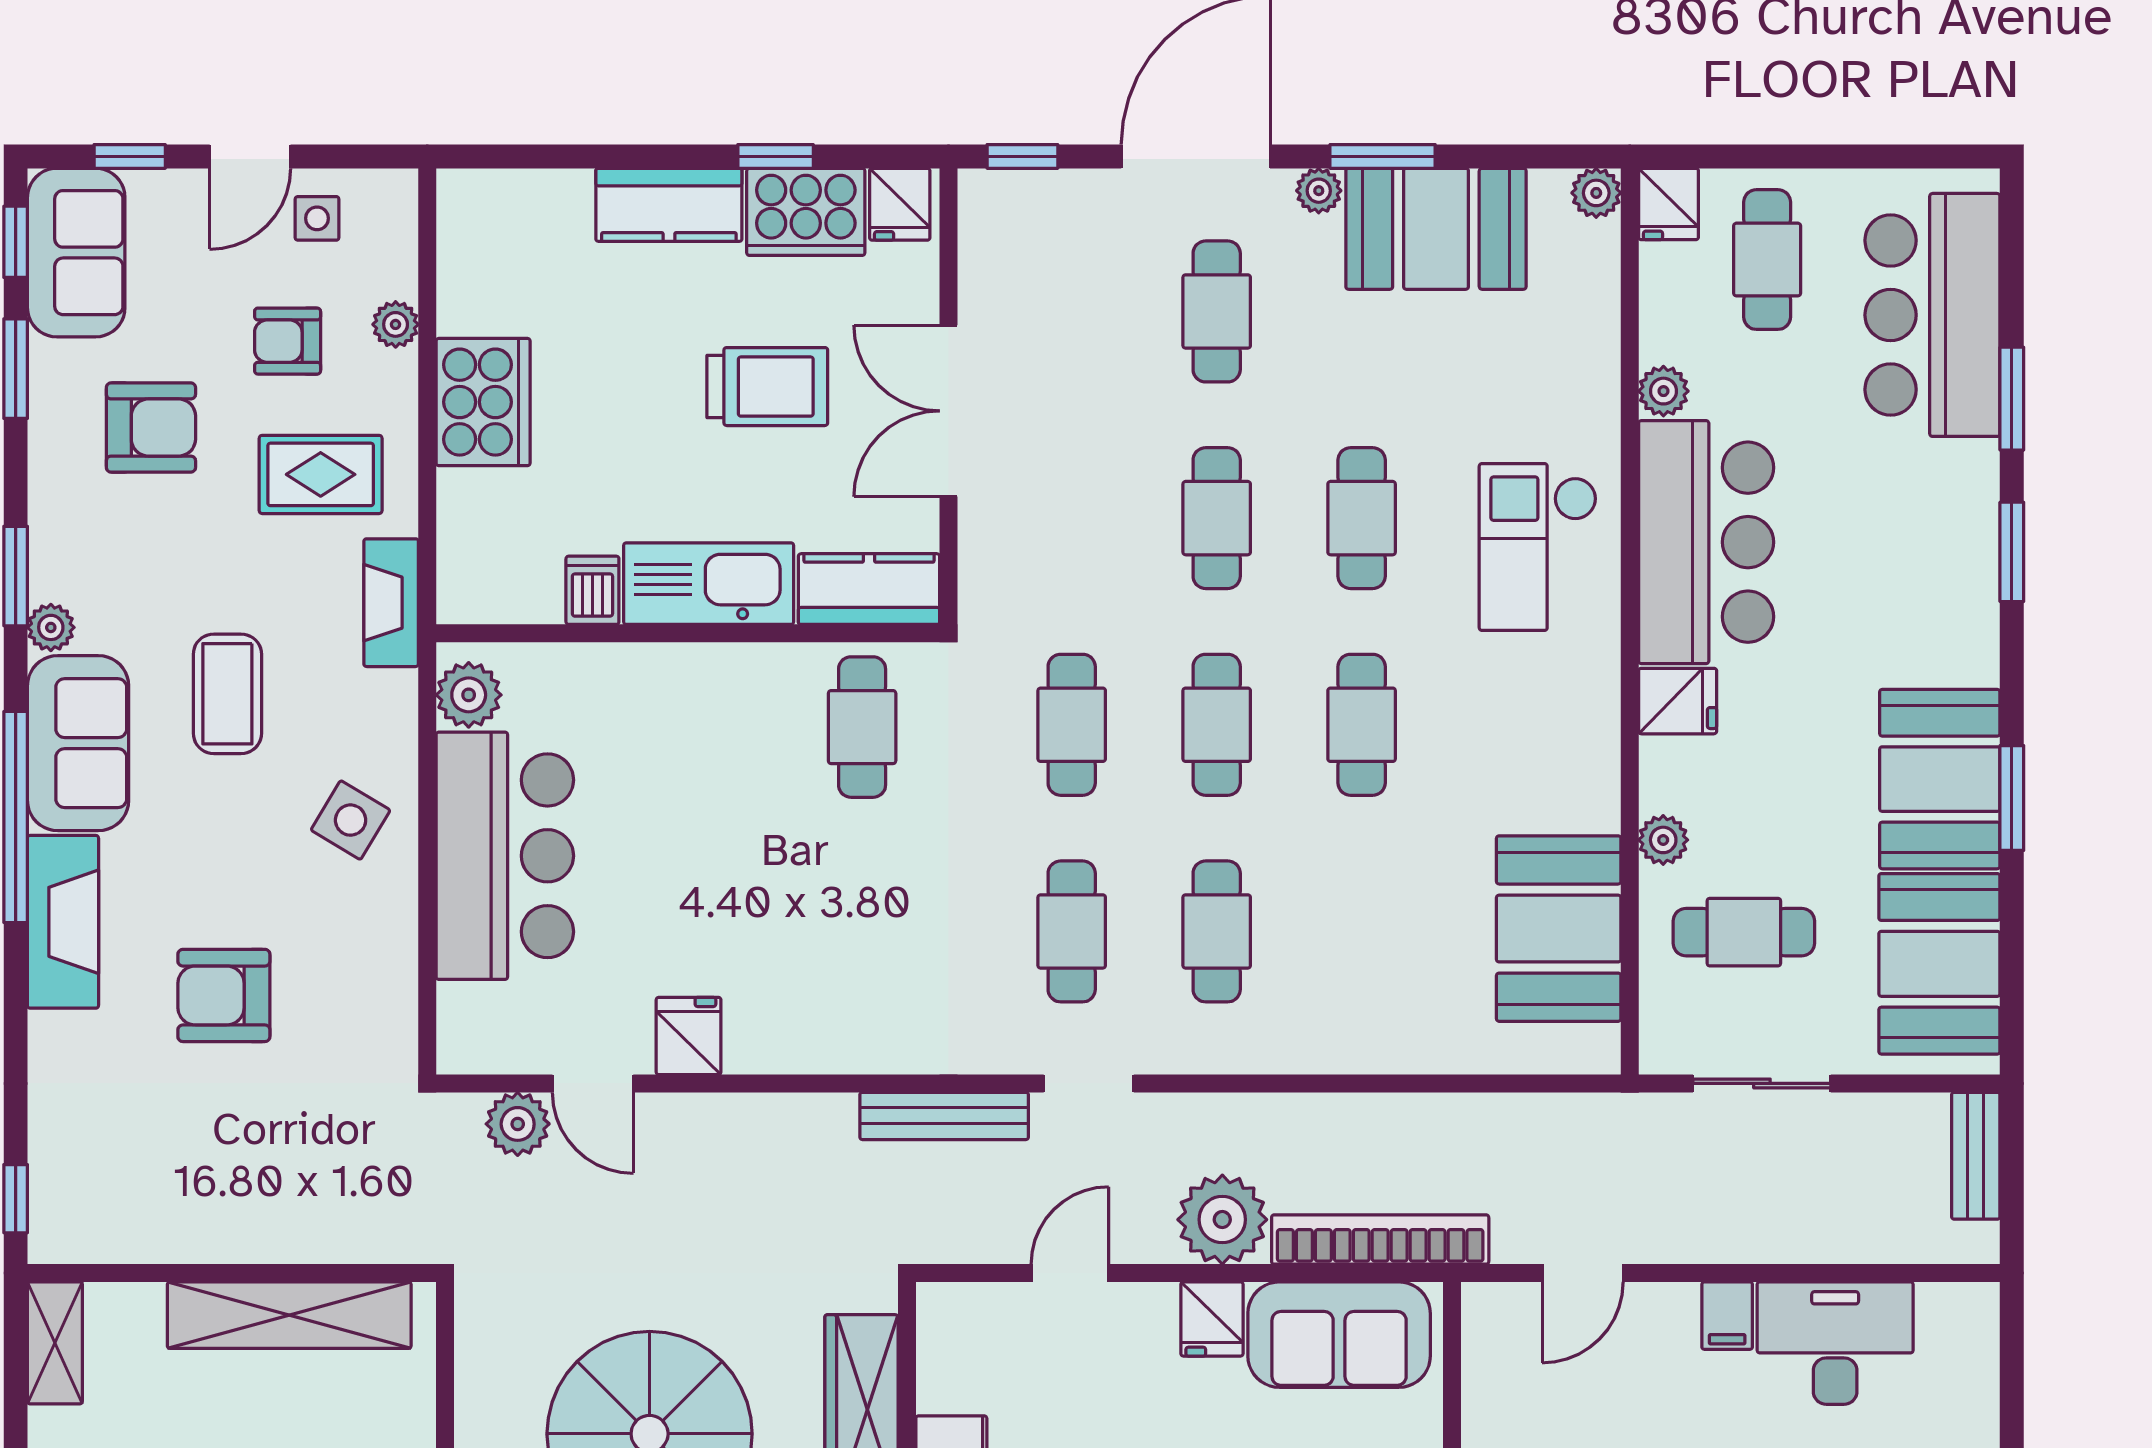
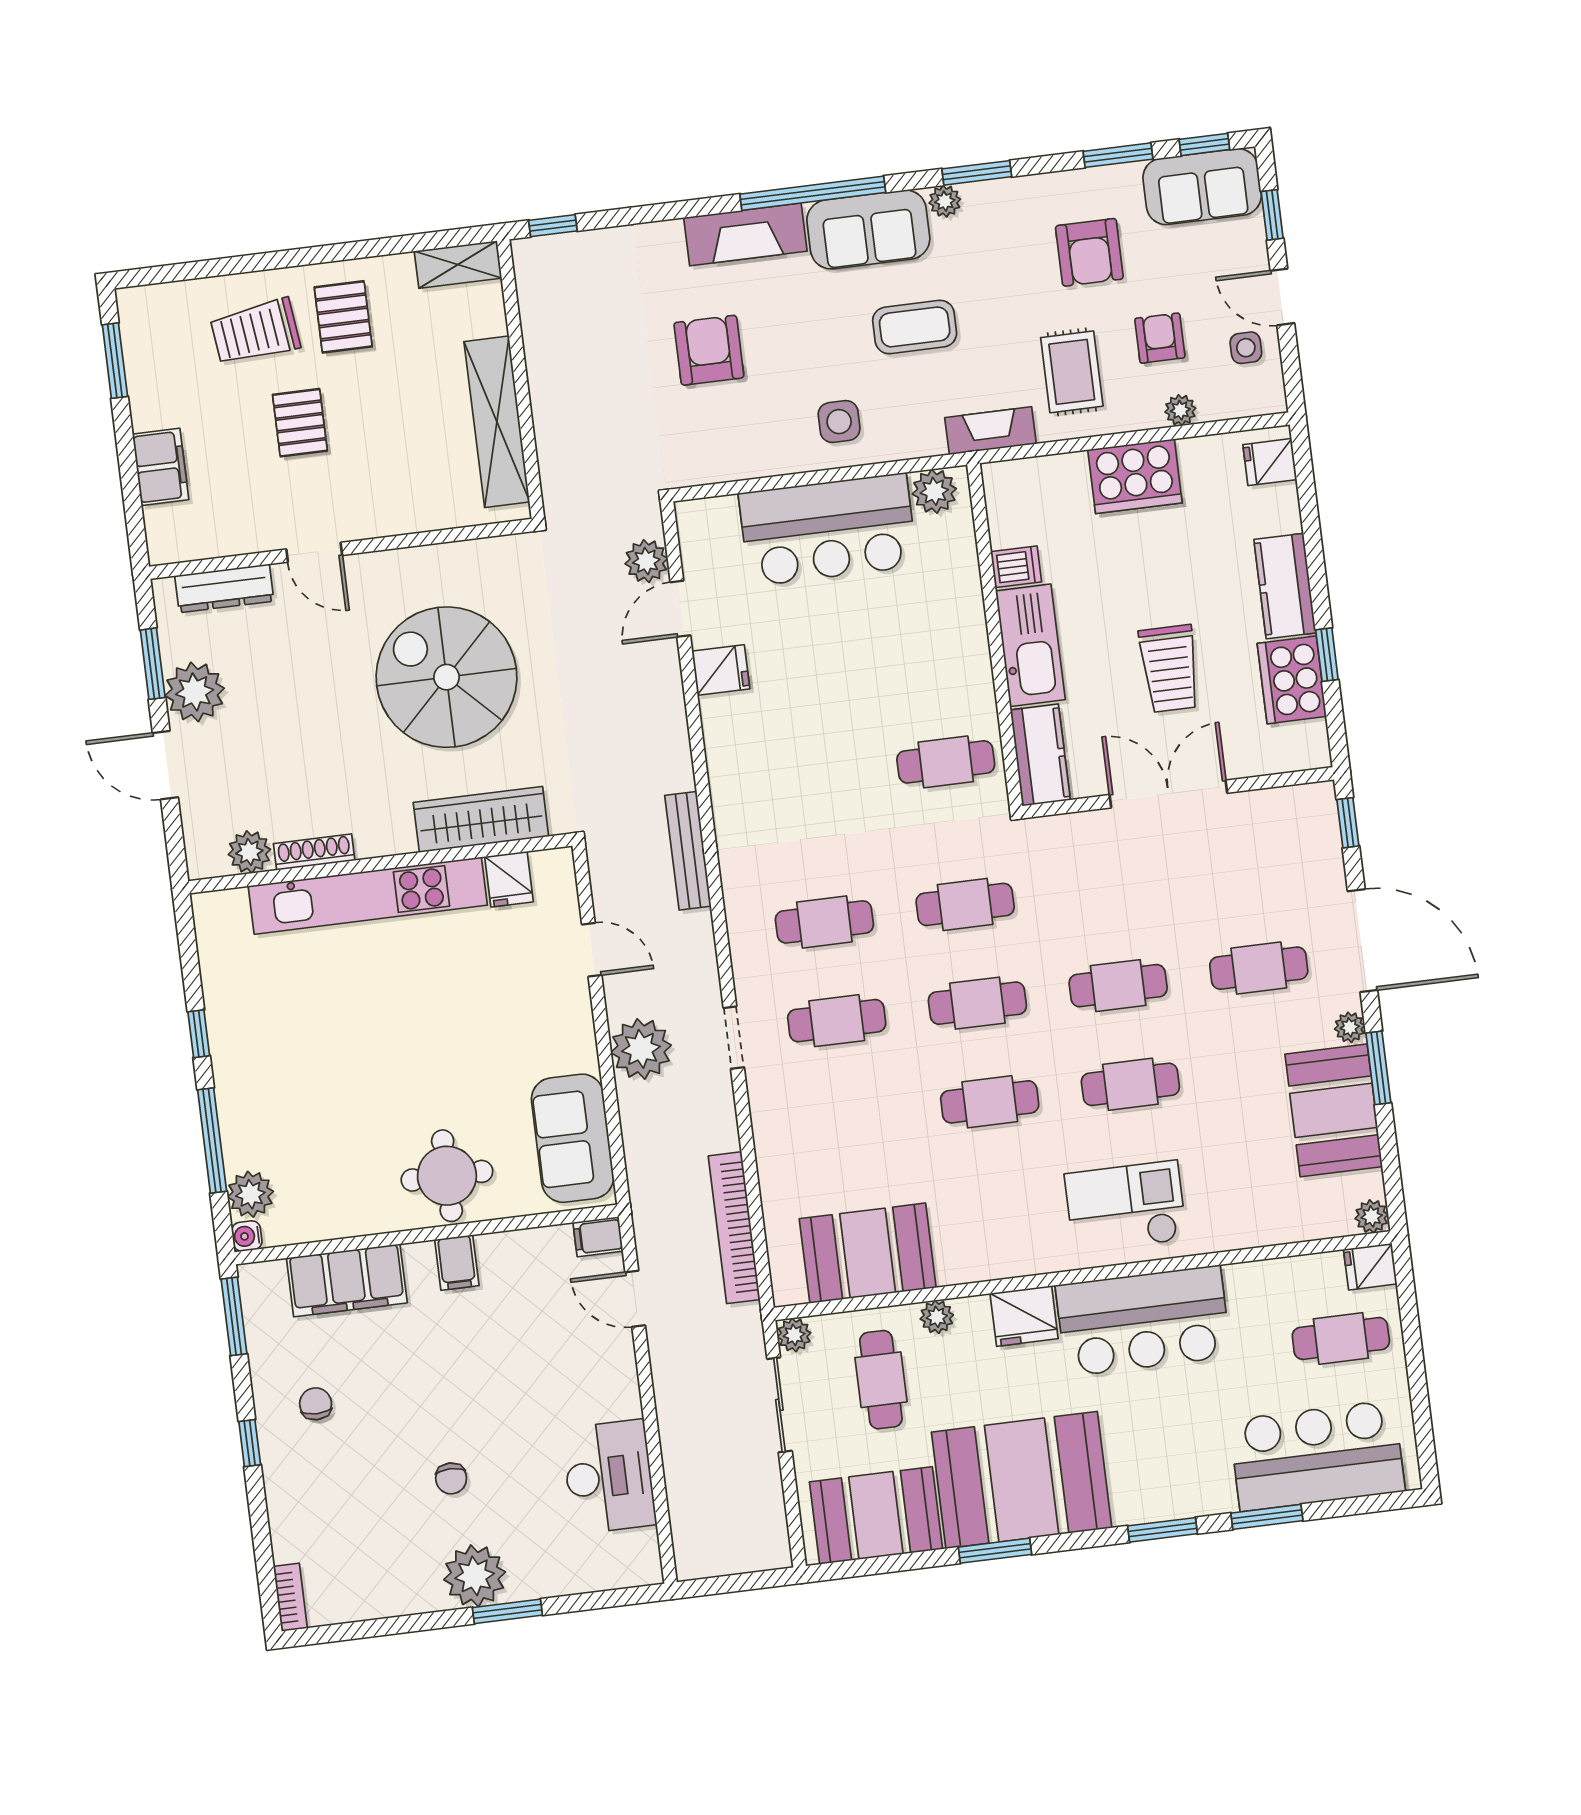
fridge: (900, 204) -> (1270, 462), moved
plant: (1663, 391) -> (794, 1335), moved
fridge: (1678, 701) -> (1024, 1316), width x1.38
booth: (1940, 779) -> (1022, 1480), width x1.36, depth x1.42
side table: (351, 820) -> (839, 422), turned -31
doorway: (1089, 1083) -> (734, 1038), moved
bench: (1976, 1156) -> (748, 1556), removed
bookcase: (1380, 1239) -> (734, 1228), moved, turned 180
filing cabinet: (1727, 1316) -> (598, 1237), moved
fridge: (1212, 1319) -> (509, 879), moved, turned -90

